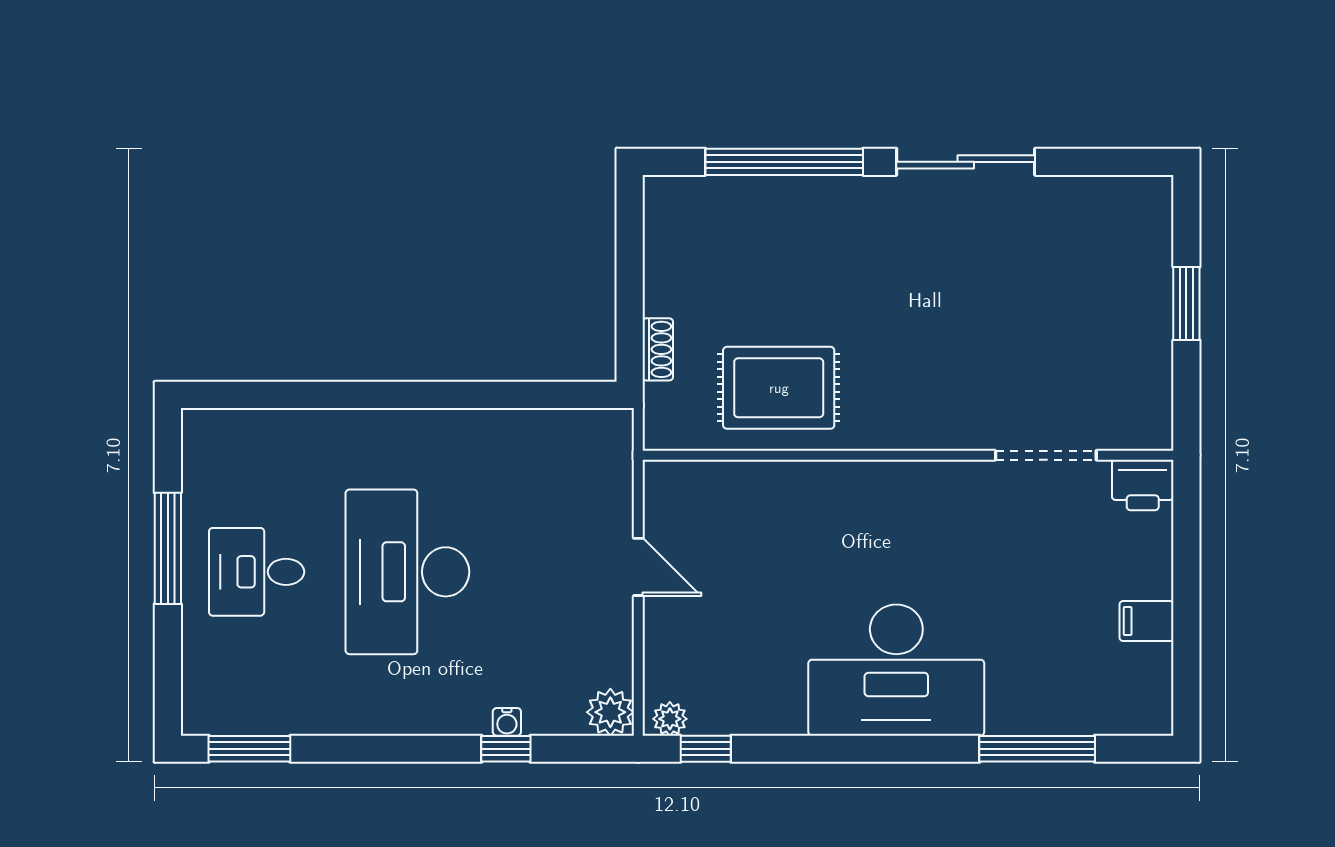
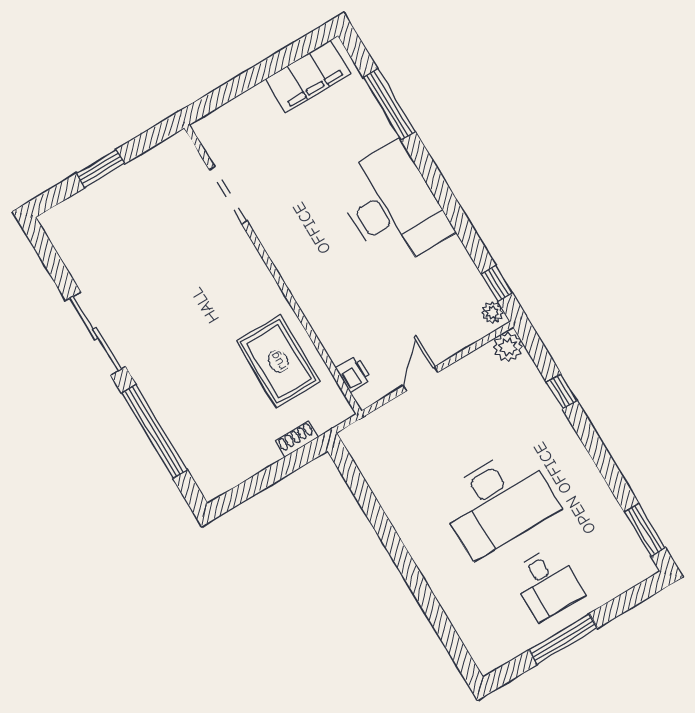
printer: (1143, 485) -> (354, 374), moved, width x0.73, depth x0.81
filing cabinet: (1146, 621) -> (308, 76), width x3.00, depth x1.17
water cooler: (507, 722) -> (547, 400), removed

